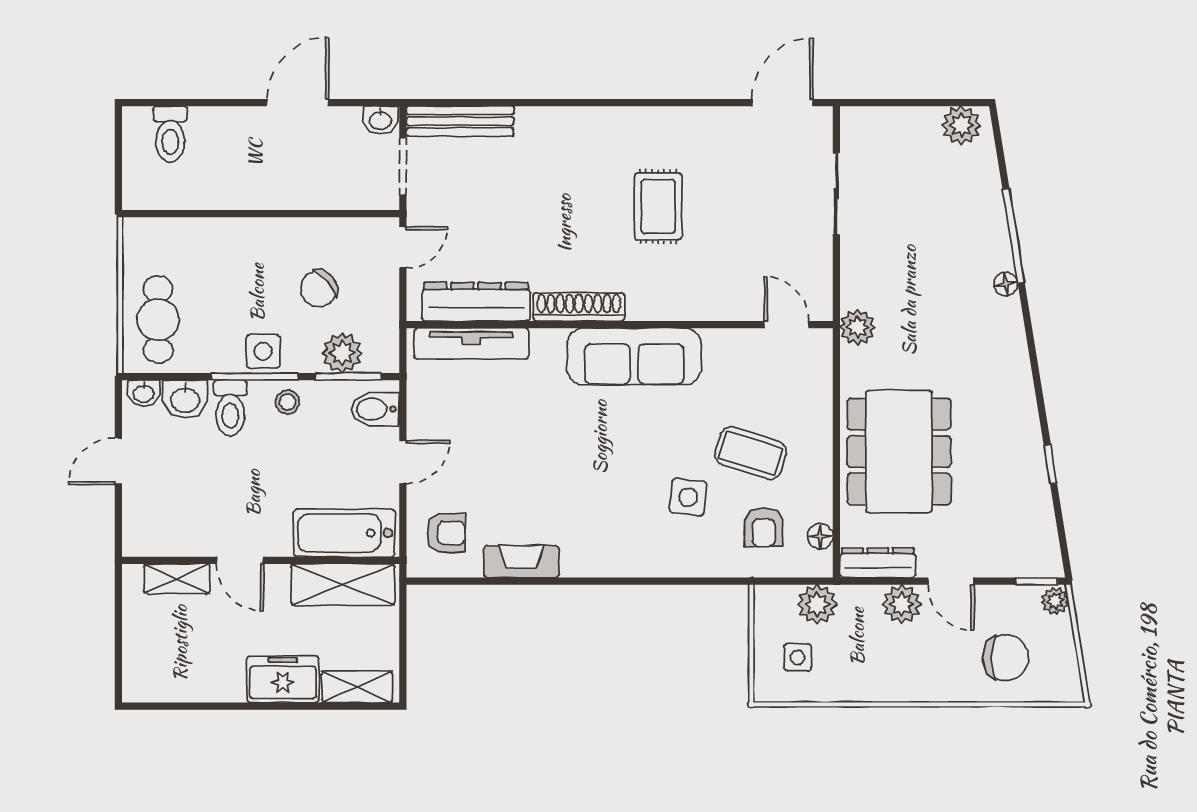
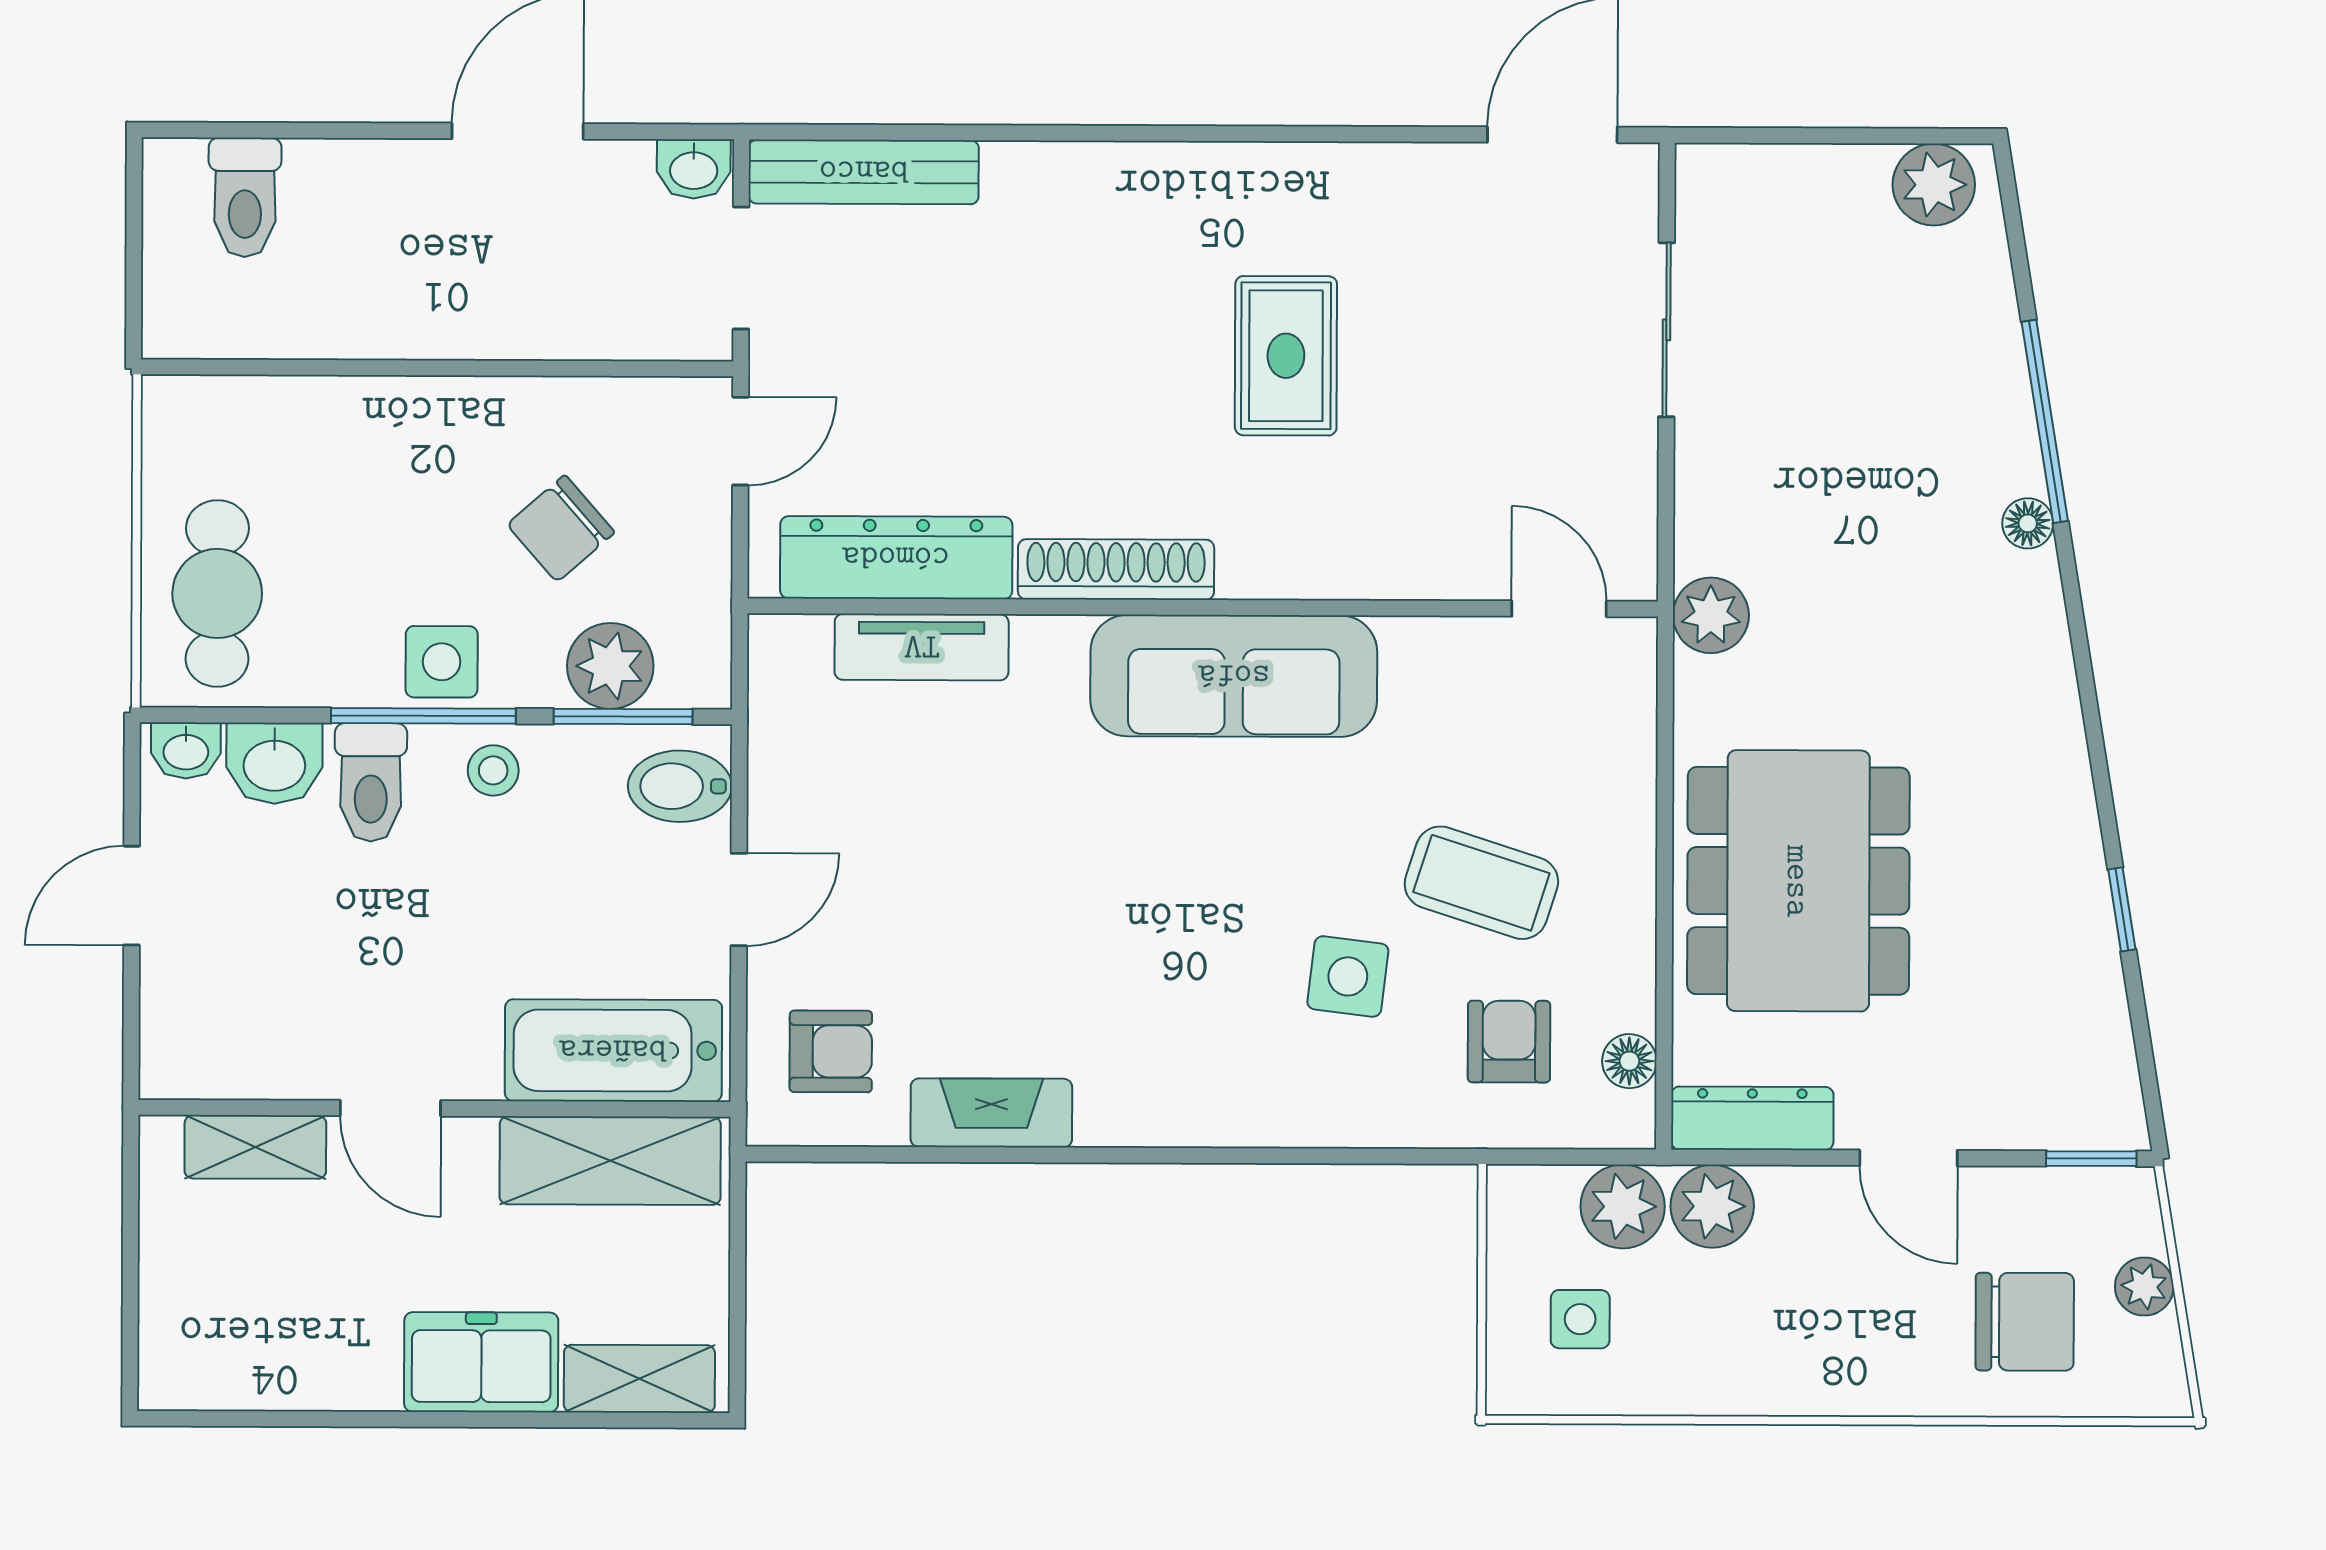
tv unit: (471, 344) -> (922, 647), width x0.71
armchair: (764, 527) -> (1509, 1042), turned 180
plant: (1055, 601) -> (2144, 1287), moved
plant: (902, 604) -> (1712, 1206), moved

